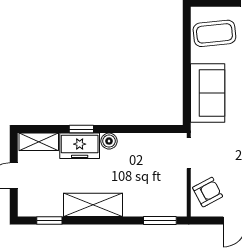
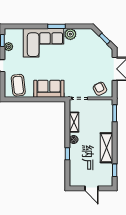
shelving: (39, 142) -> (74, 122), moved
freezer: (80, 146) -> (76, 155), removed

